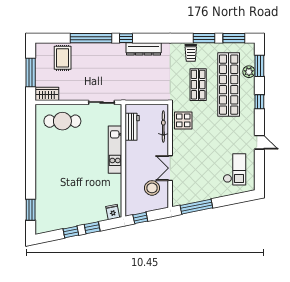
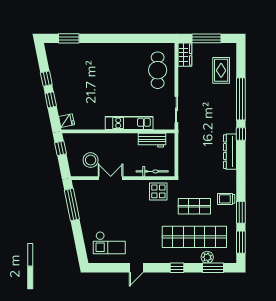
rug: (63, 58) -> (221, 70), turned 90

